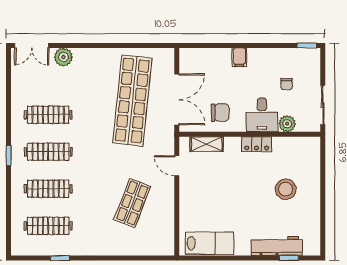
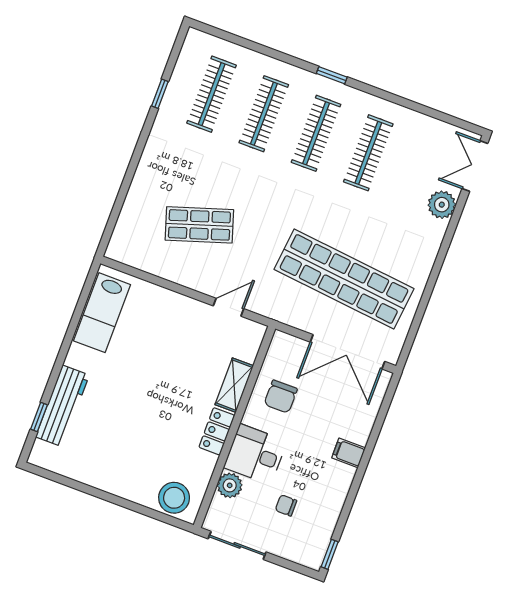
double door: (177, 99) -> (348, 352), moved
shelving: (207, 144) -> (234, 385), moved
stool: (286, 189) -> (174, 498), moved
shop shelf: (132, 203) -> (199, 225), turned -39

